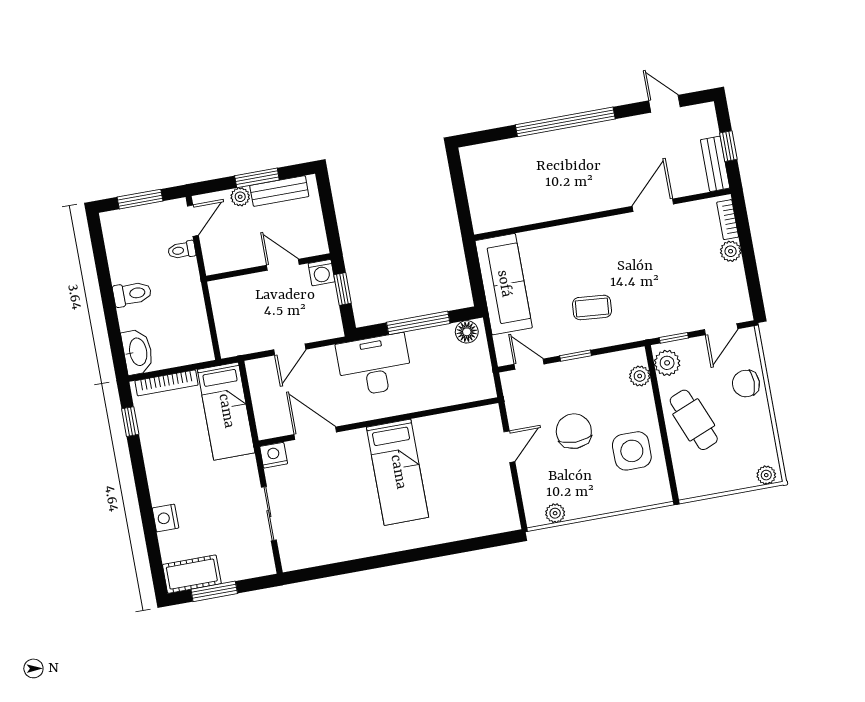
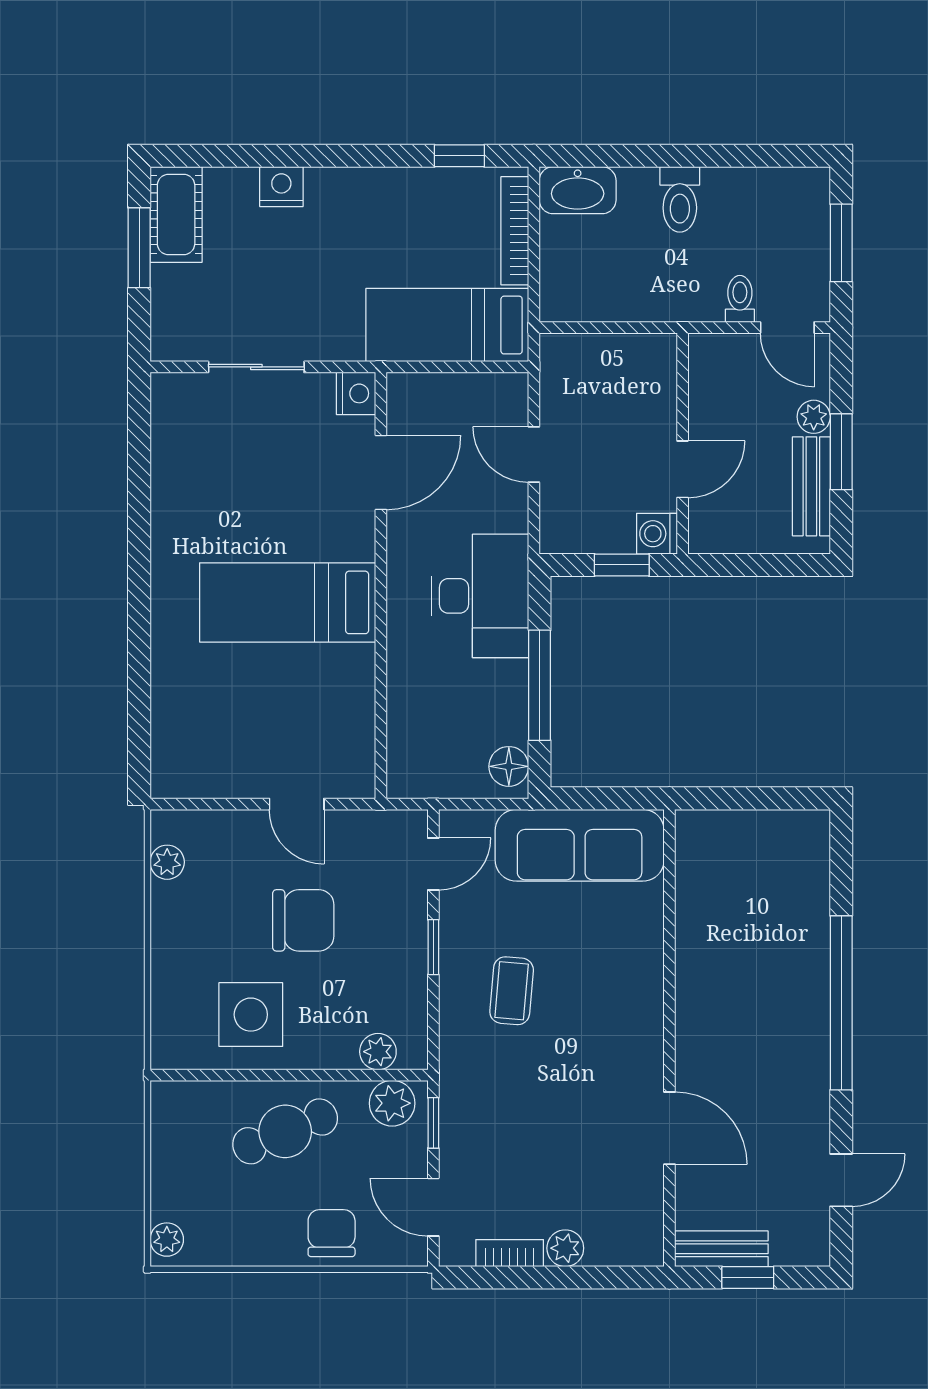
bookcase: (728, 220) -> (510, 1253), moved

